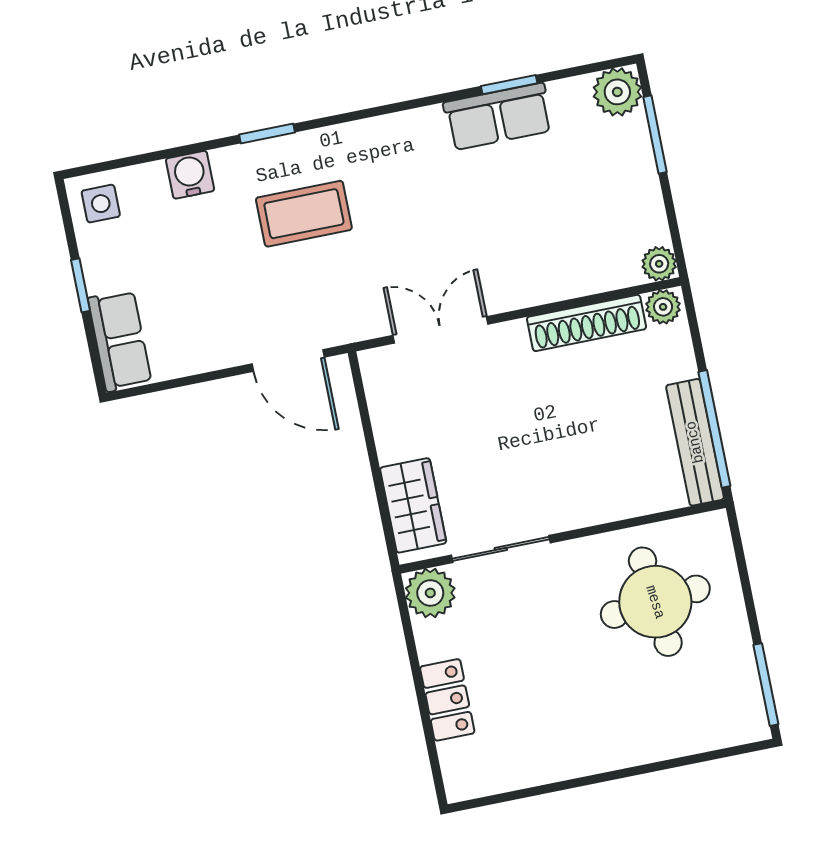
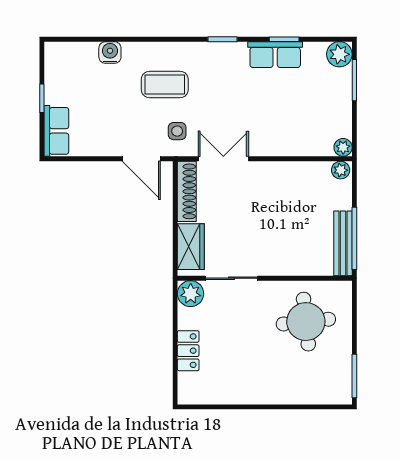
window: (267, 134) -> (223, 39), moved
side table: (101, 204) -> (177, 131), moved
shoe rack: (586, 323) -> (187, 191), moved, turned -90

